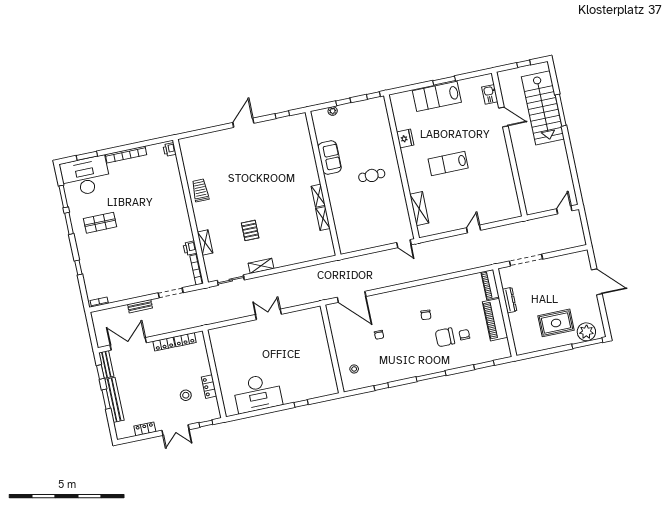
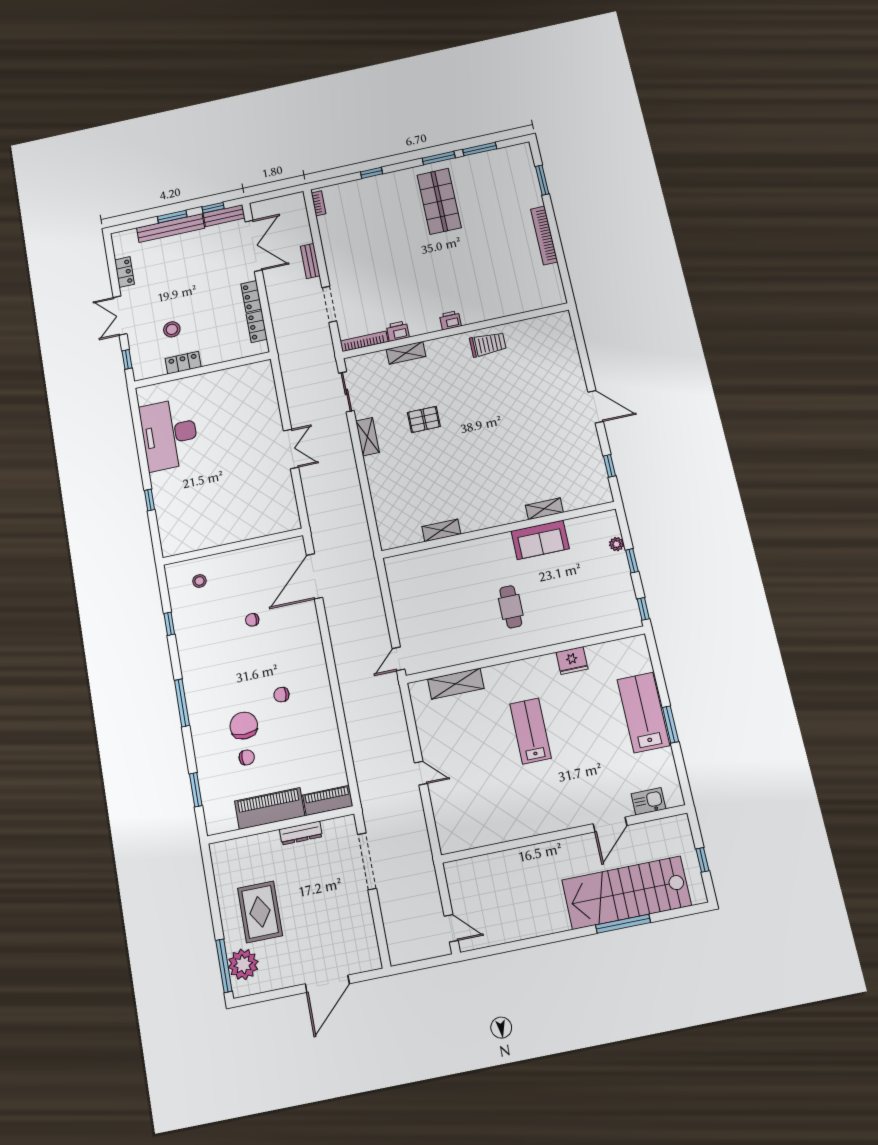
printer: (170, 150) -> (450, 320), moved
desk: (85, 176) -> (511, 179), removed
shelving: (318, 196) -> (544, 509), moved
shop shelf: (100, 223) -> (439, 201), width x1.43, depth x1.36

